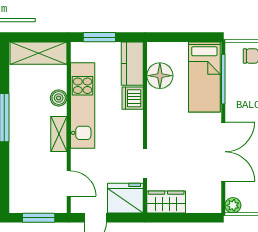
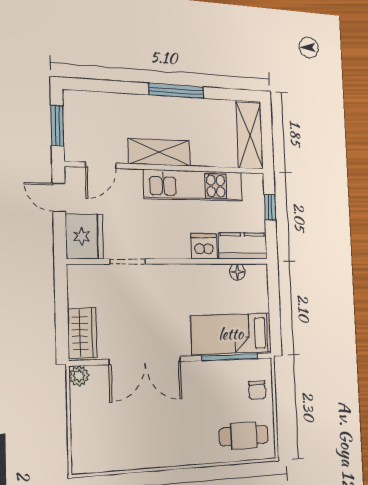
window: (99, 37) -> (270, 207), width x0.67
floor lamp: (160, 76) -> (237, 272), width x0.53, depth x0.53
boiler: (59, 98) -> (201, 157), removed
shelving: (59, 134) -> (159, 152), width x1.50, depth x1.33
wardrobe: (166, 202) -> (82, 333), moved

